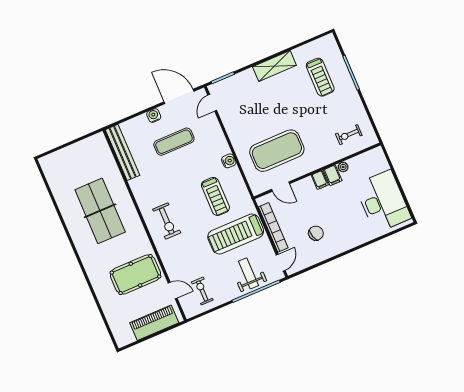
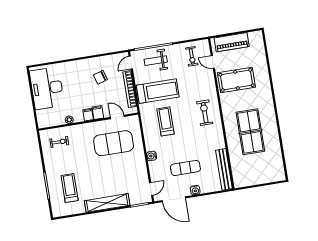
shelving: (274, 66) -> (107, 203), width x1.47
water cooler: (229, 161) -> (152, 156), moved
filing cabinet: (333, 175) -> (98, 113), moved
weight bench: (248, 273) -> (156, 61), turned 90

